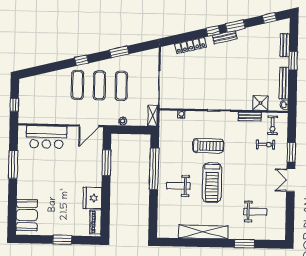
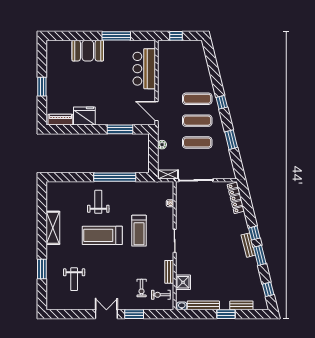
locker: (191, 46) -> (236, 198), moved
booth: (27, 215) -> (88, 51), moved
shelving: (203, 232) -> (53, 228), width x0.68

